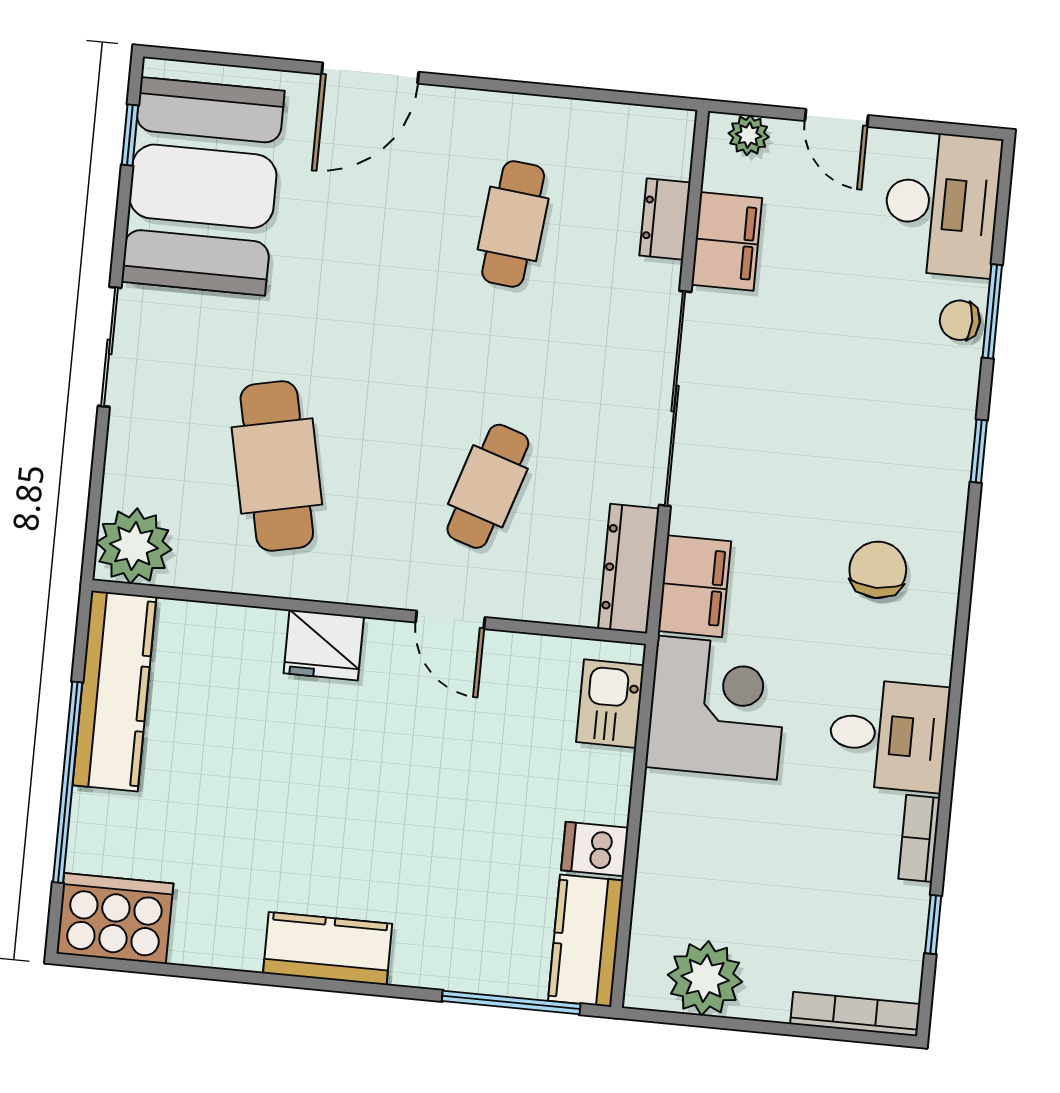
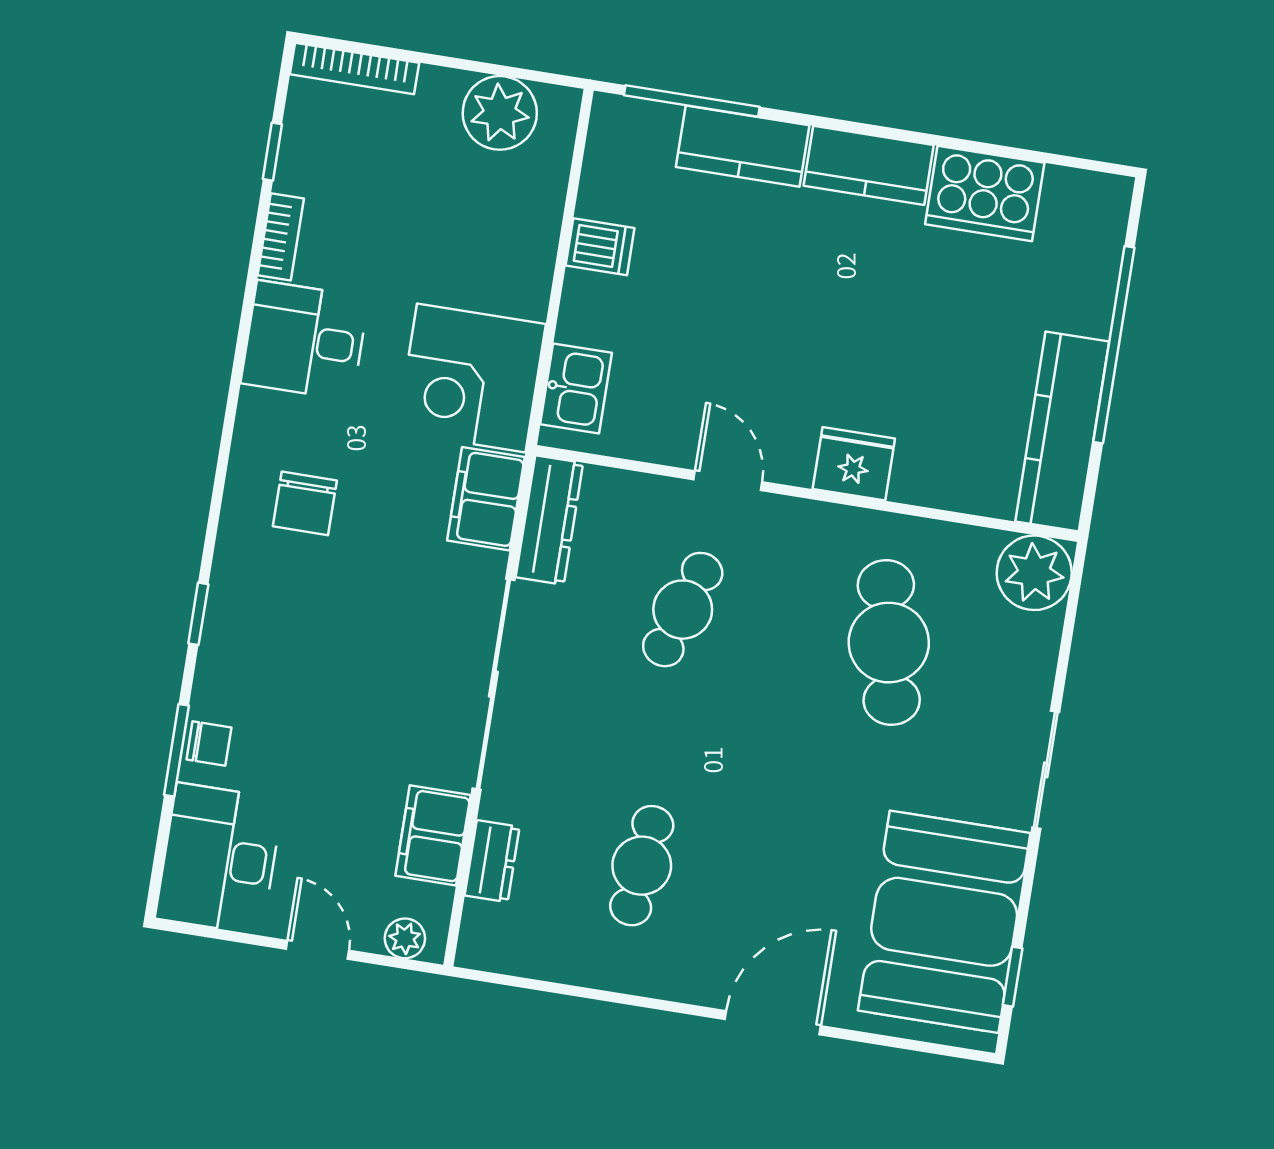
cooker: (115, 918) -> (985, 194), moved
kitchen counter: (586, 941) -> (743, 146), moved, turned 90

